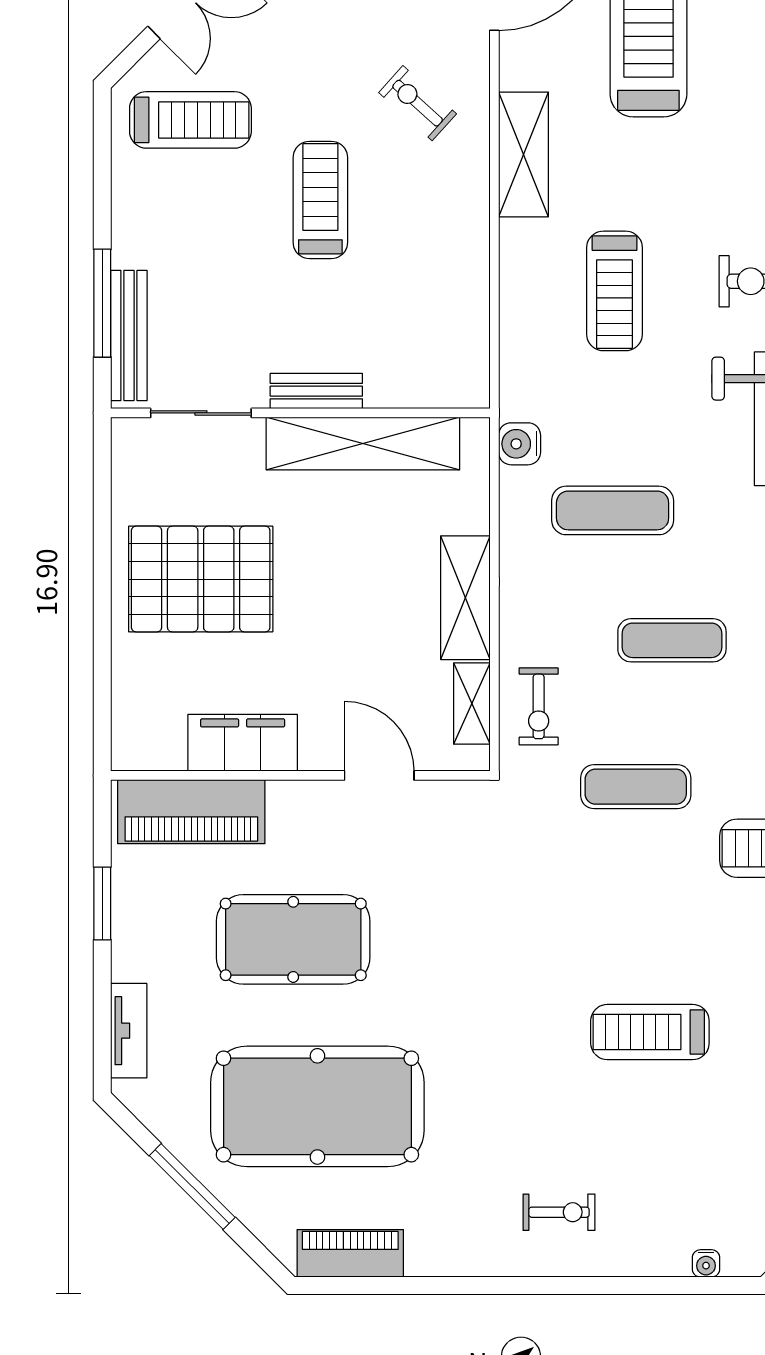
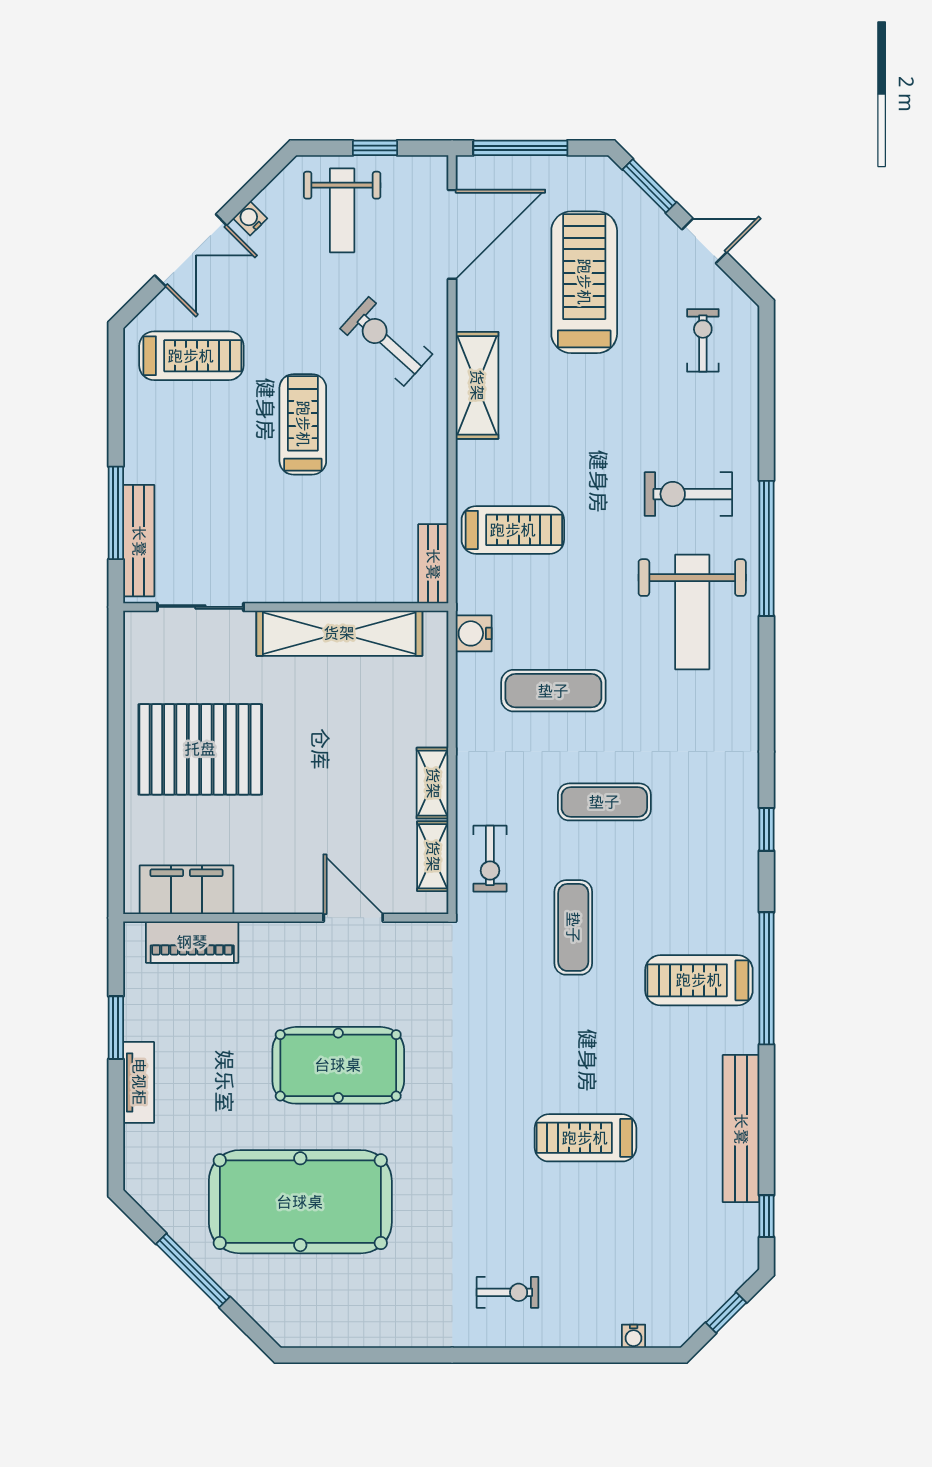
exercise bike: (418, 103) -> (386, 341), width x1.38, depth x1.39
treadmill: (615, 291) -> (513, 530), moved, turned -90
bench: (316, 391) -> (433, 564), moved, turned 90
shelving: (465, 598) -> (433, 783), width x0.67, depth x0.75
filing cabinet: (243, 743) -> (186, 890), moved
exercise mat: (636, 787) -> (573, 927), turned 90
piano: (191, 812) -> (192, 942), width x0.73, depth x0.75
pool table: (293, 939) -> (338, 1065), moved
tv unit: (129, 1031) -> (139, 1082), moved
piano: (350, 1253) -> (329, 1328), removed

